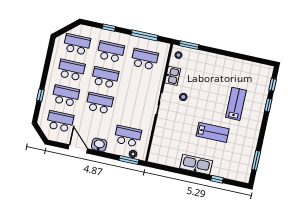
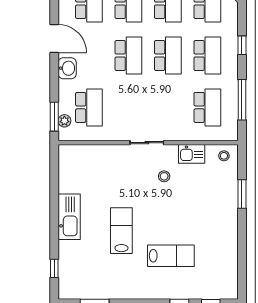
window: (189, 45) -> (242, 194), moved
lab bench: (213, 132) -> (121, 231), turned 180
door: (78, 149) -> (54, 38), hinge flipped
window: (217, 179) -> (54, 268), moved

